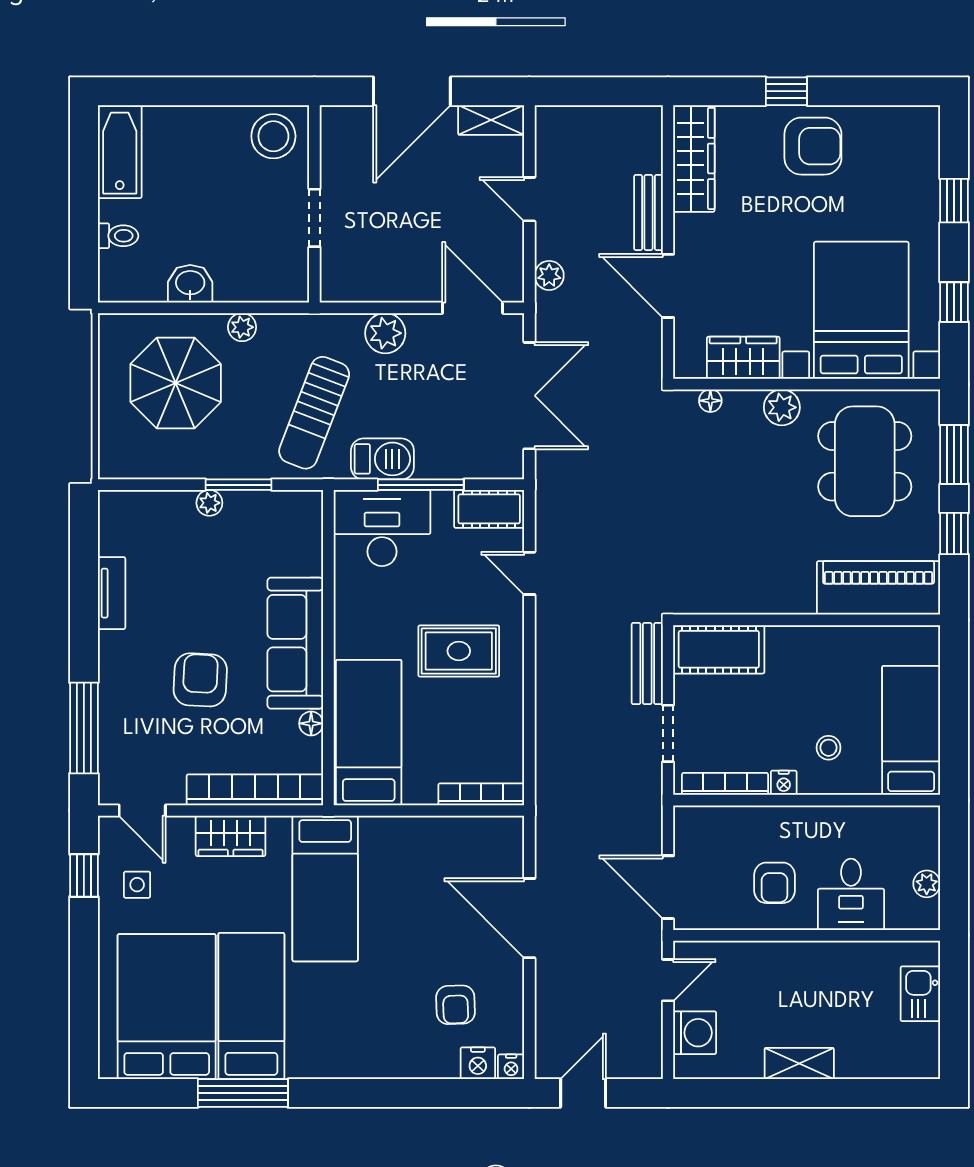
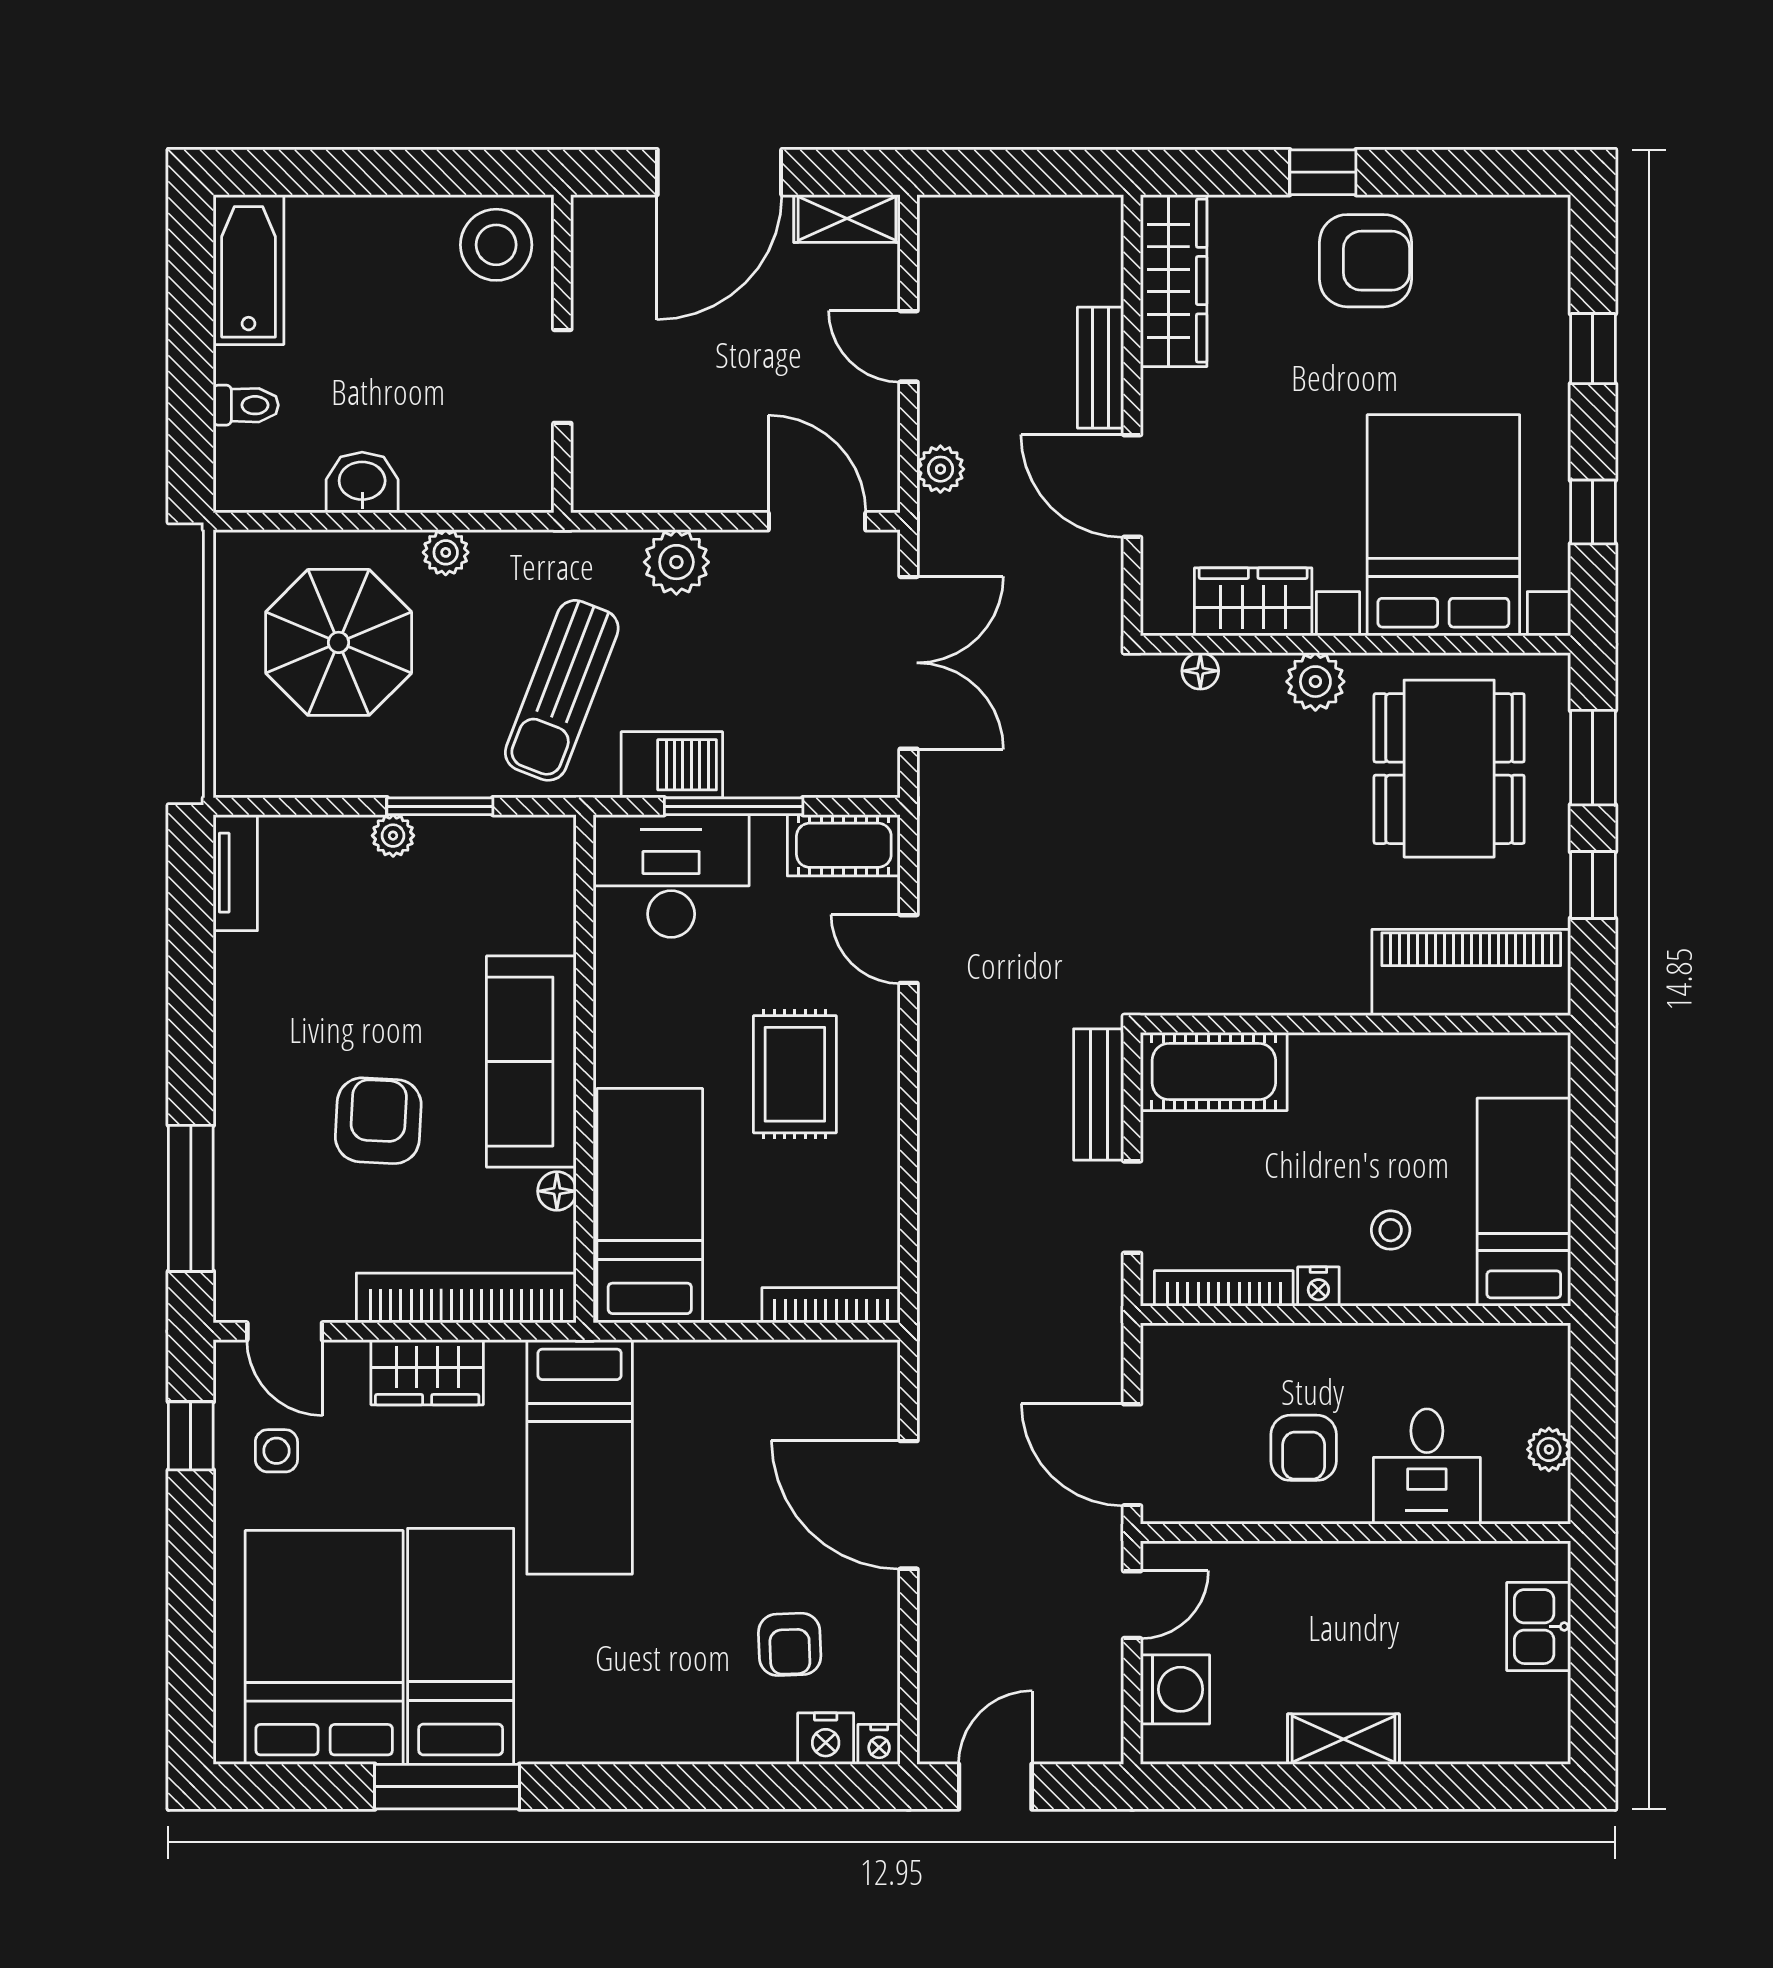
tv unit: (112, 593) -> (235, 873), moved
rug: (459, 651) -> (795, 1074), turned 90

